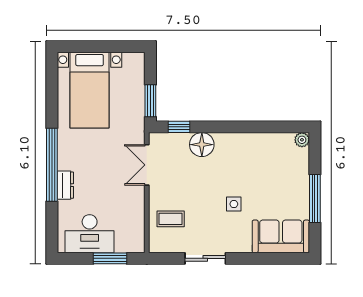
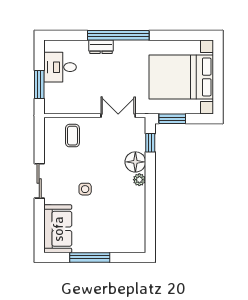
bed with nightstands: (90, 90) -> (181, 77), width x1.36
plant: (302, 140) -> (139, 180), moved
desk: (90, 234) -> (60, 67), width x0.73
sliding door: (205, 258) -> (39, 181), moved

